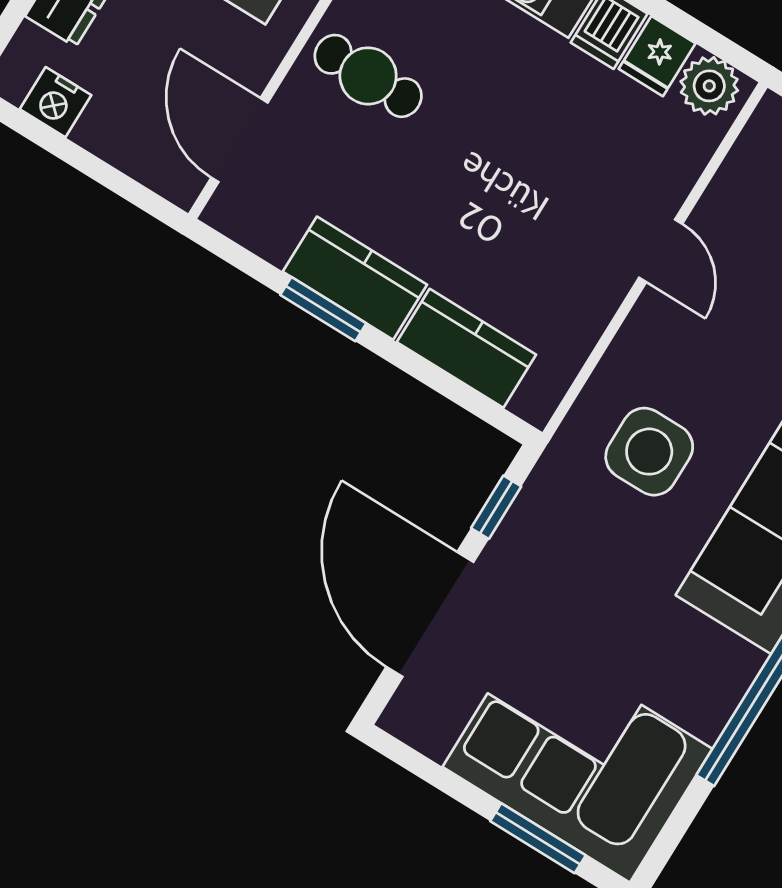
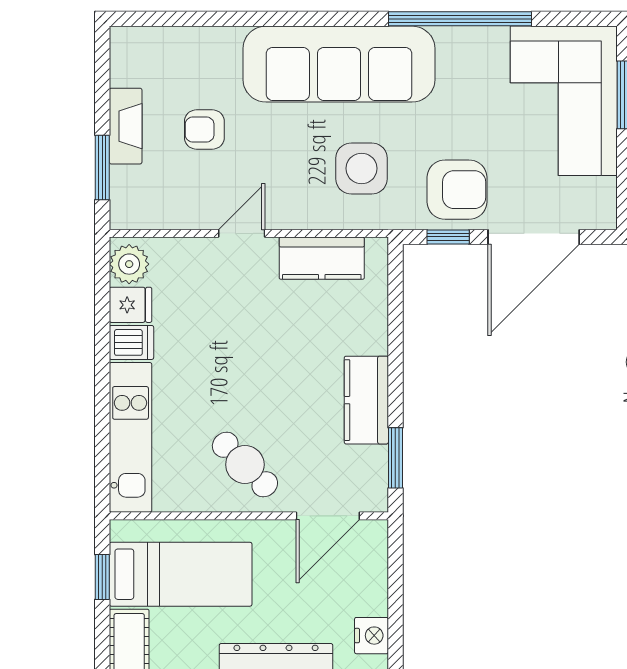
cafe table: (368, 76) -> (245, 465), turned -45
window: (323, 309) -> (395, 458), moved
kitchen counter: (466, 348) -> (322, 258), moved, turned -90
armchair: (549, 555) -> (457, 190), added

